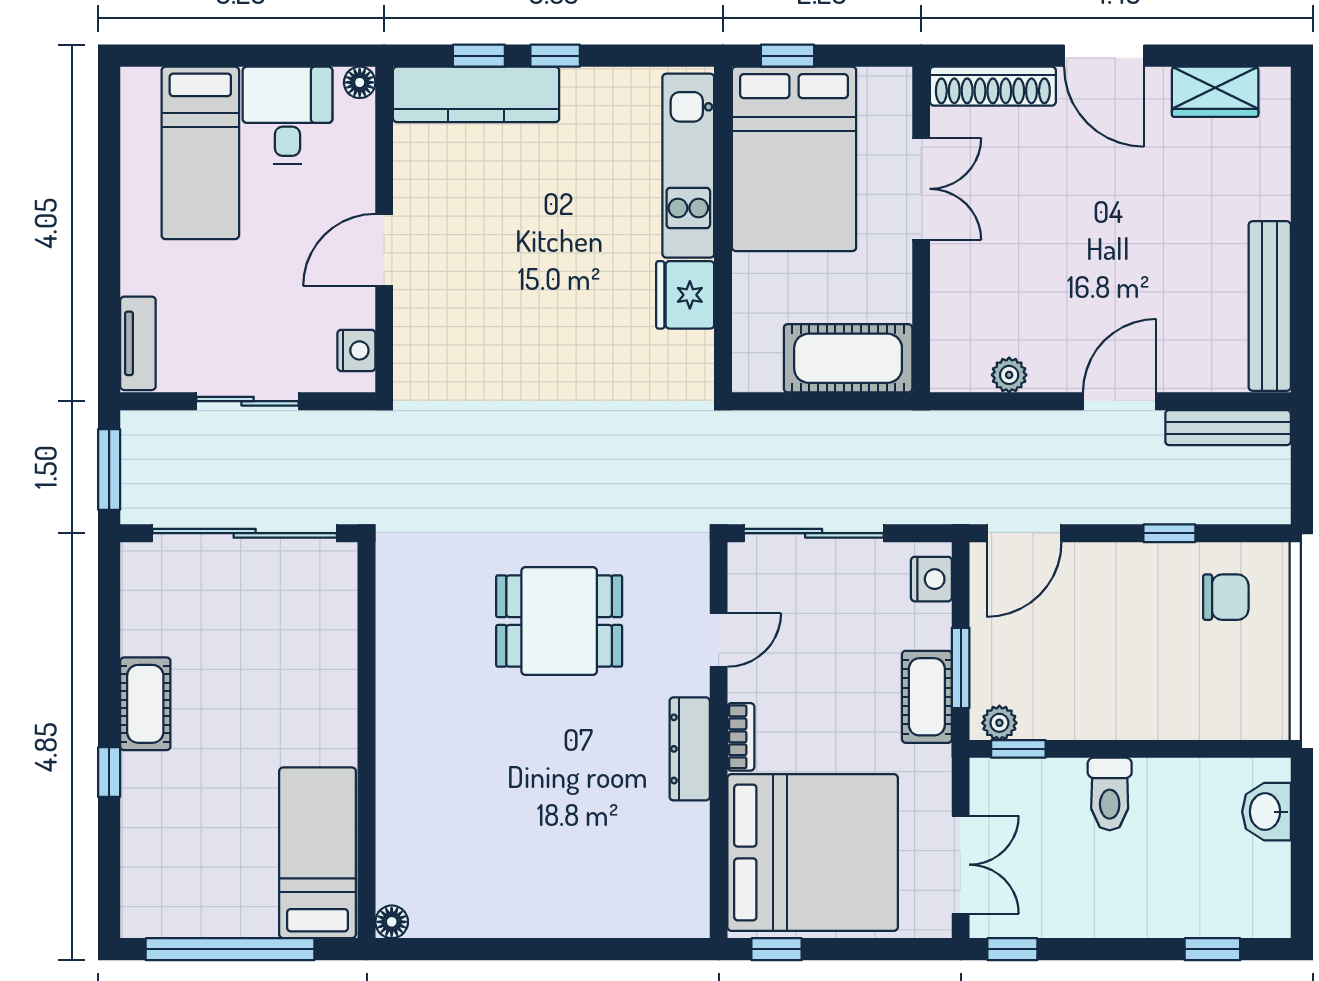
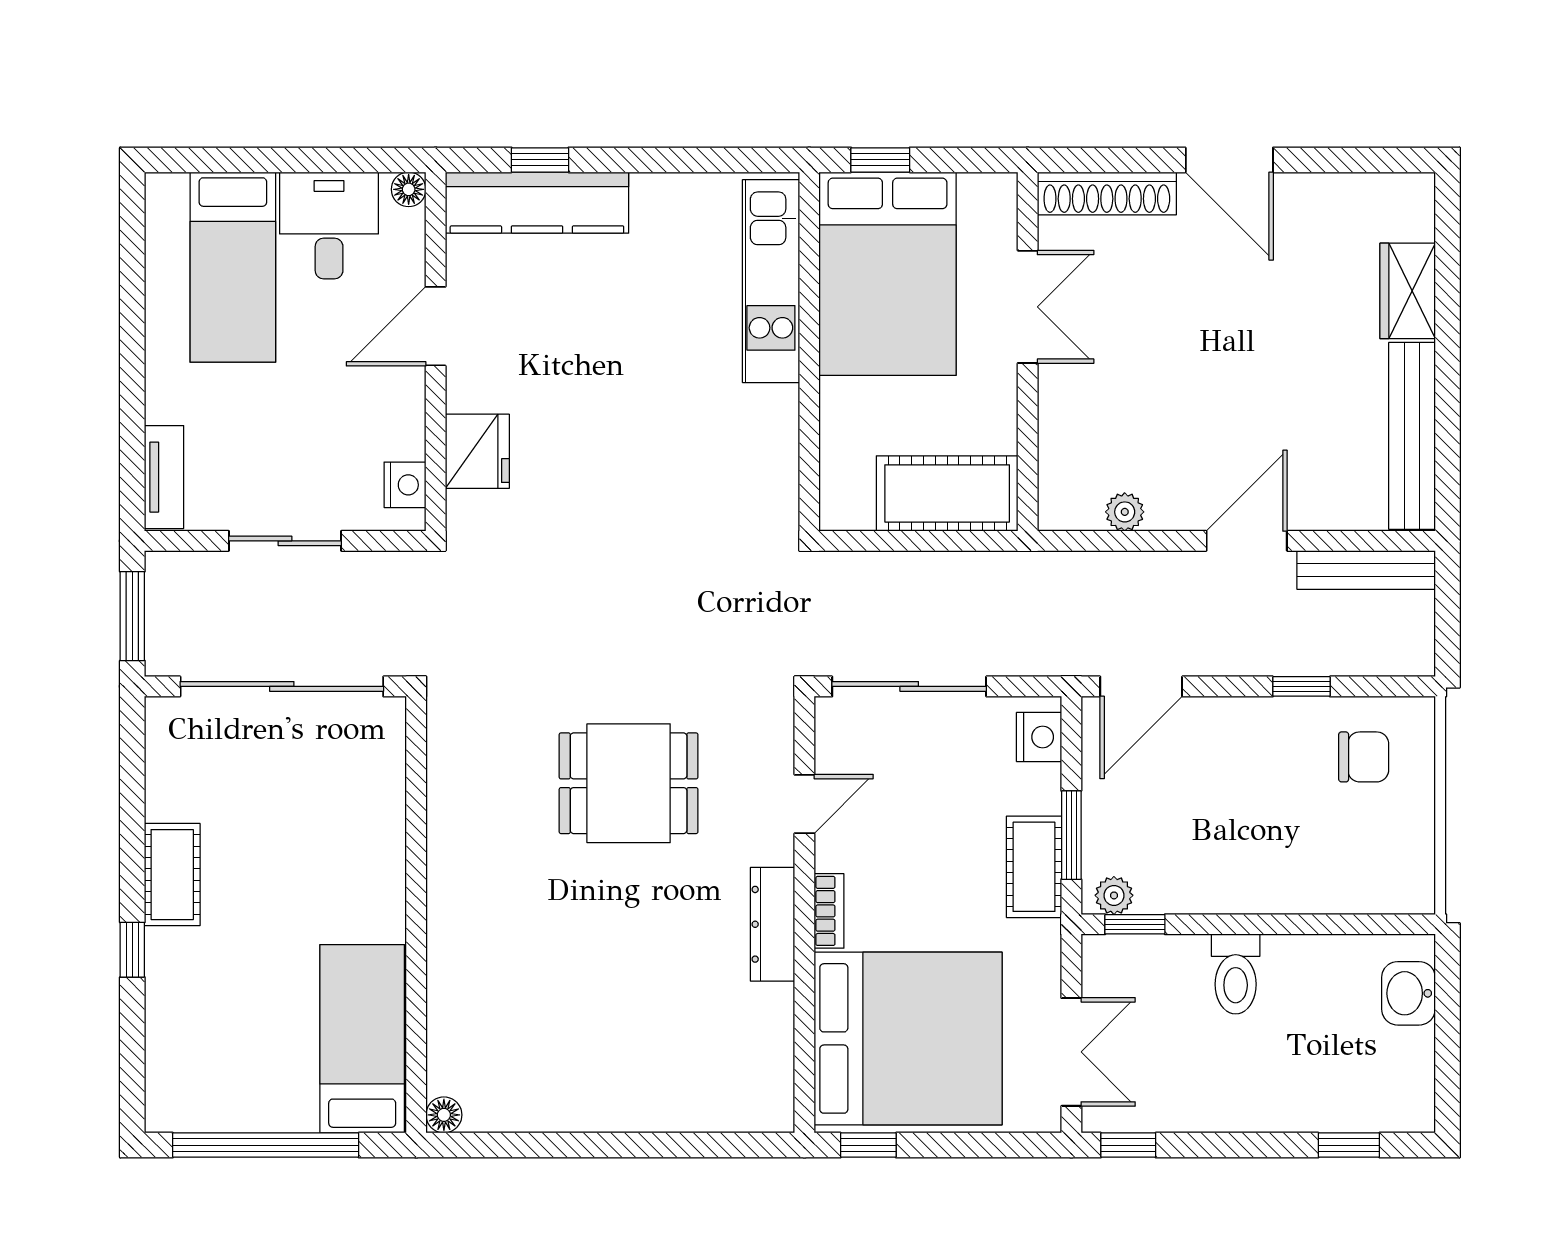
window: (555, 56) -> (624, 160), removed
wardrobe: (1215, 92) -> (1408, 291), moved, turned 90
door: (384, 250) -> (436, 326), moved
fridge: (685, 295) -> (477, 451), moved, turned 180

